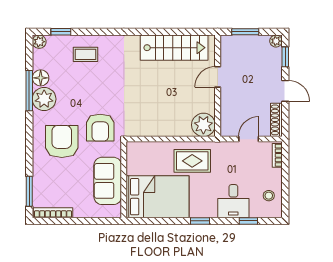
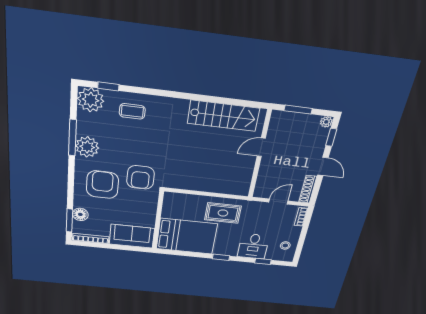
plant: (39, 42) -> (91, 100), width x1.87, depth x1.87
floor lamp: (41, 78) -> (80, 214), moved
plant: (203, 125) -> (239, 186), removed
sofa: (108, 181) -> (132, 236), moved, turned 90

